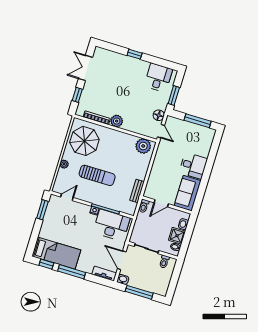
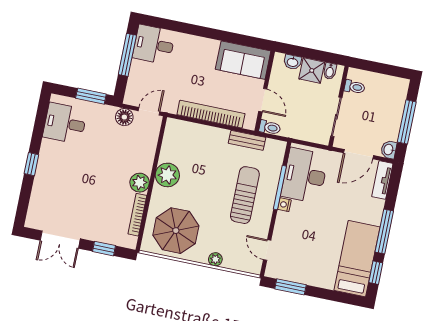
plant: (143, 146) -> (167, 175), moved
desk: (193, 166) -> (154, 45), moved, turned -90
bookcase: (156, 170) -> (211, 114), added
sun lounger: (97, 175) -> (245, 195), moved

